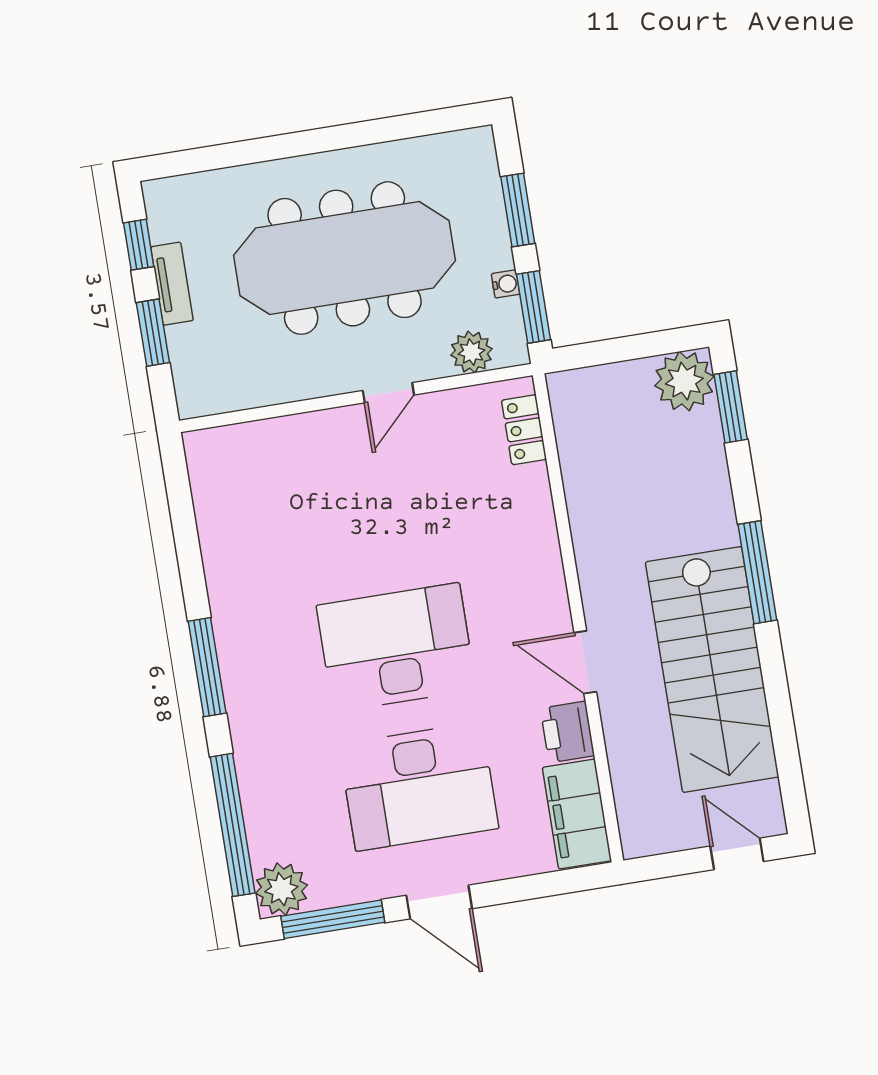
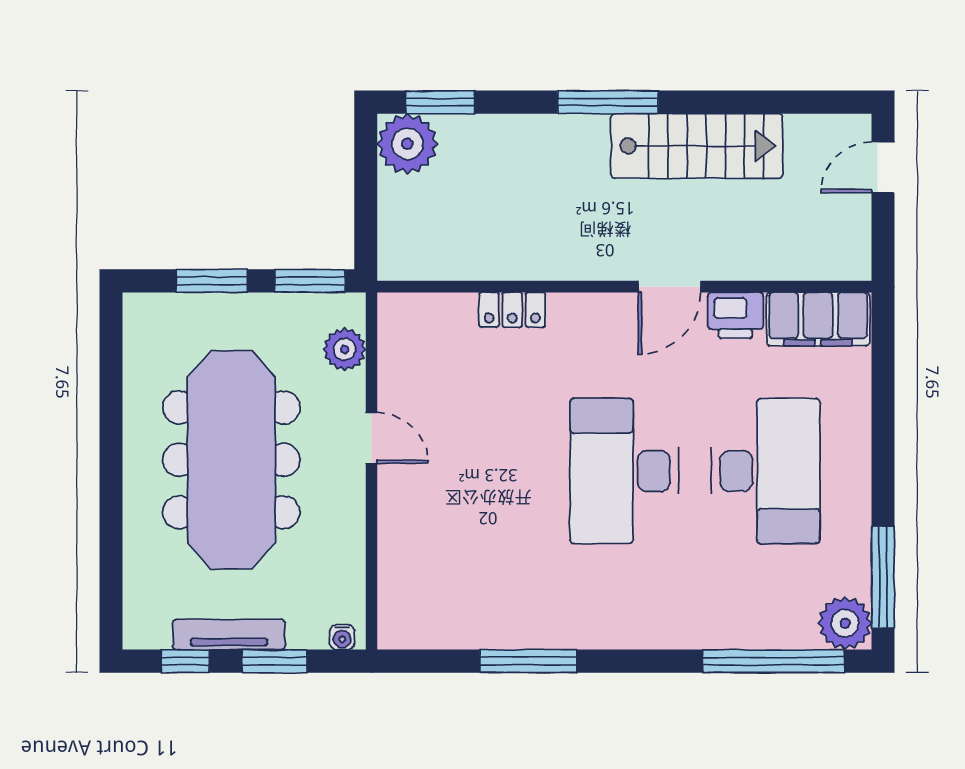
tv unit: (172, 284) -> (229, 634), width x1.41
water cooler: (506, 284) -> (342, 637), moved, turned 180
locker: (524, 430) -> (512, 310), moved
window: (207, 667) -> (528, 661), moved
stairs: (712, 669) -> (697, 146), width x0.73, depth x0.66
door: (439, 902) -> (883, 469), removed

